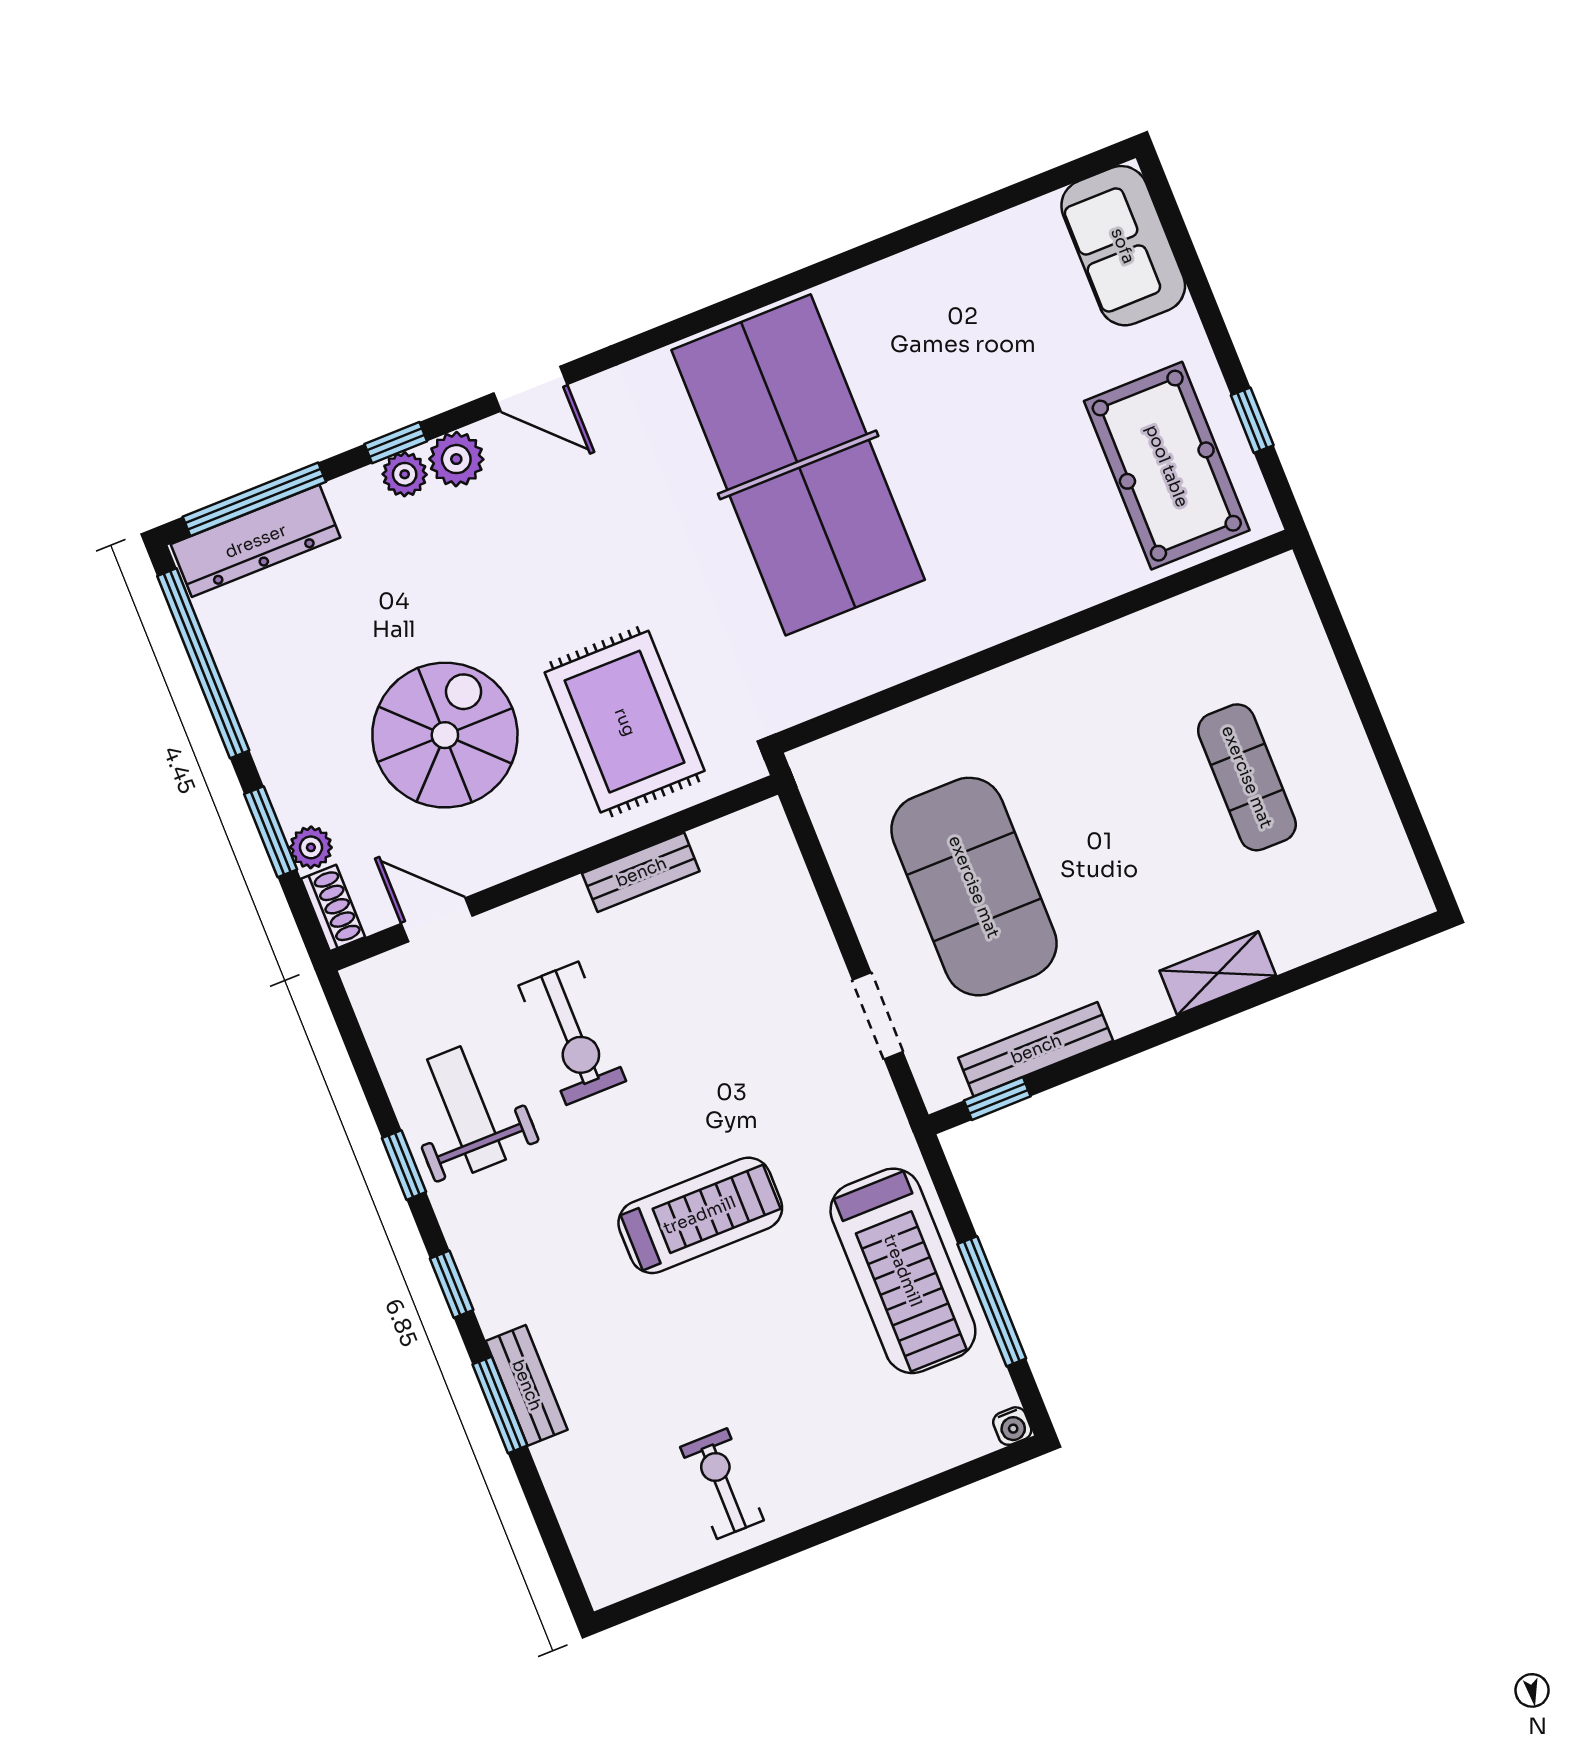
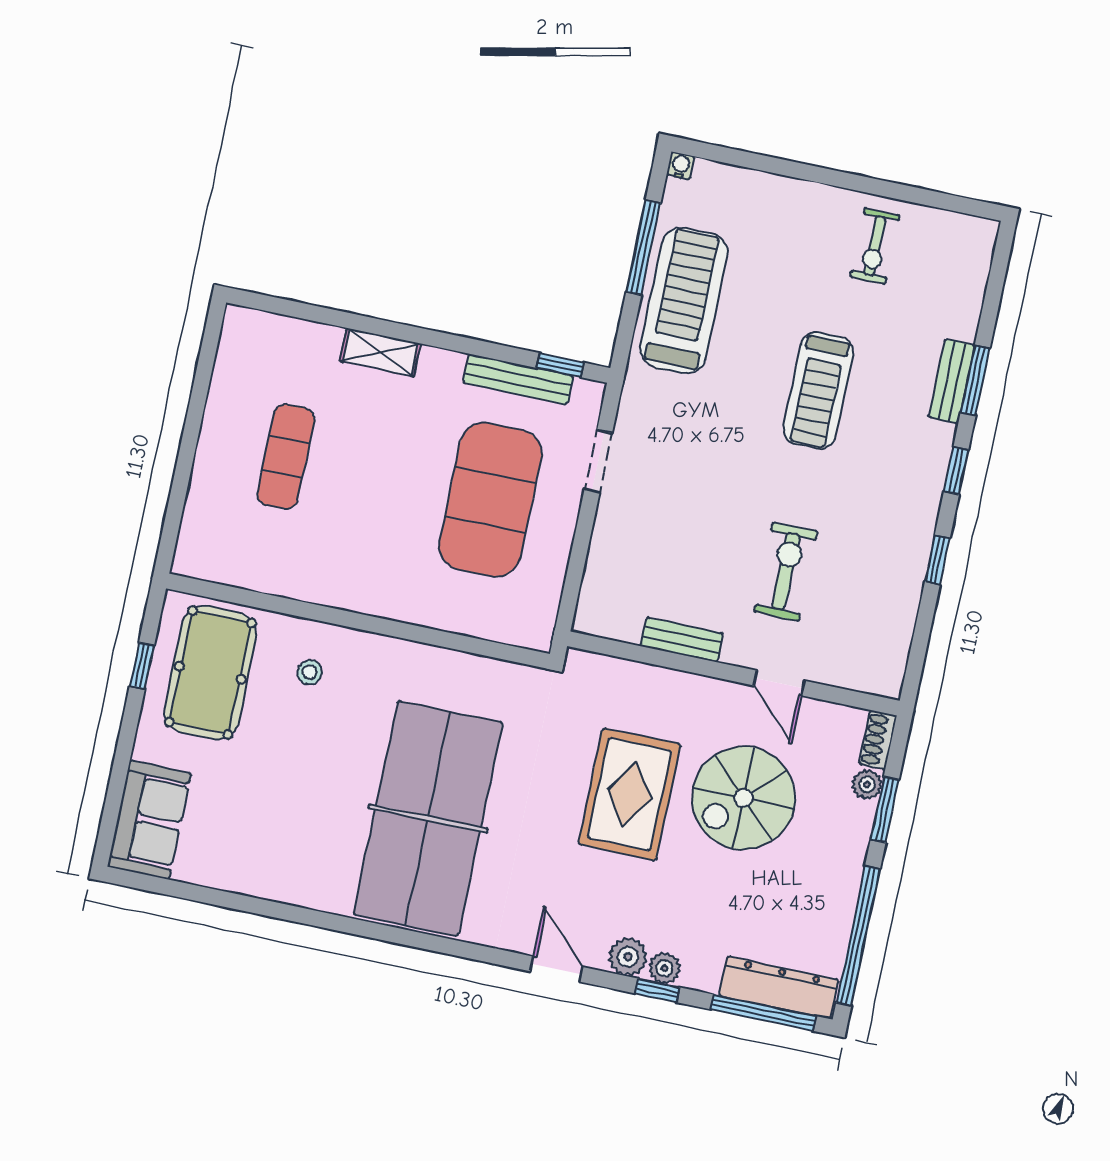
stool: (1051, 544) -> (310, 672), added
rug: (625, 722) -> (629, 794), moved
door: (437, 920) -> (779, 683), moved
weight bench: (466, 1110) -> (878, 568), removed
treadmill: (700, 1215) -> (818, 391), moved, turned -90

